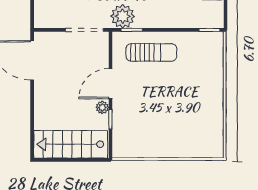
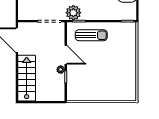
door: (110, 84) -> (66, 55), swing flipped
stairs: (71, 144) -> (27, 78), moved, turned 90

